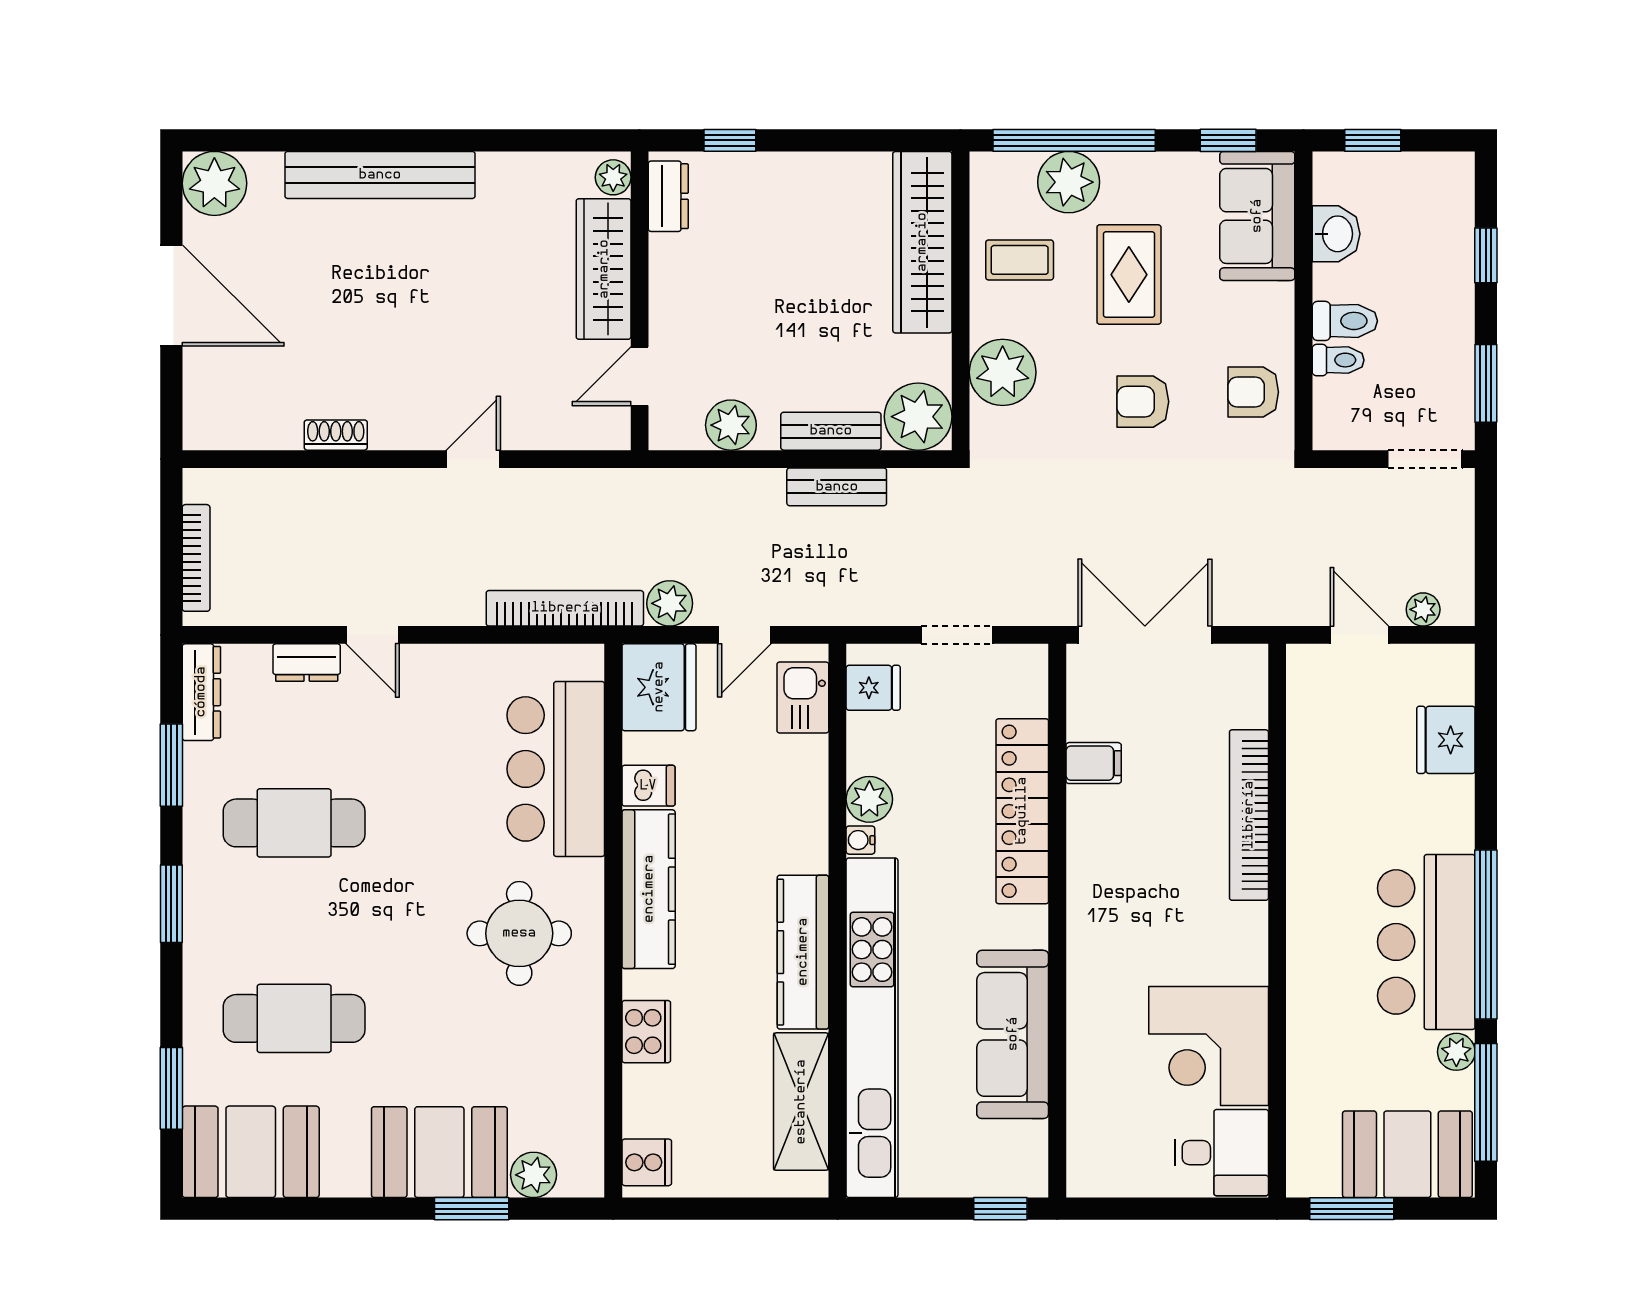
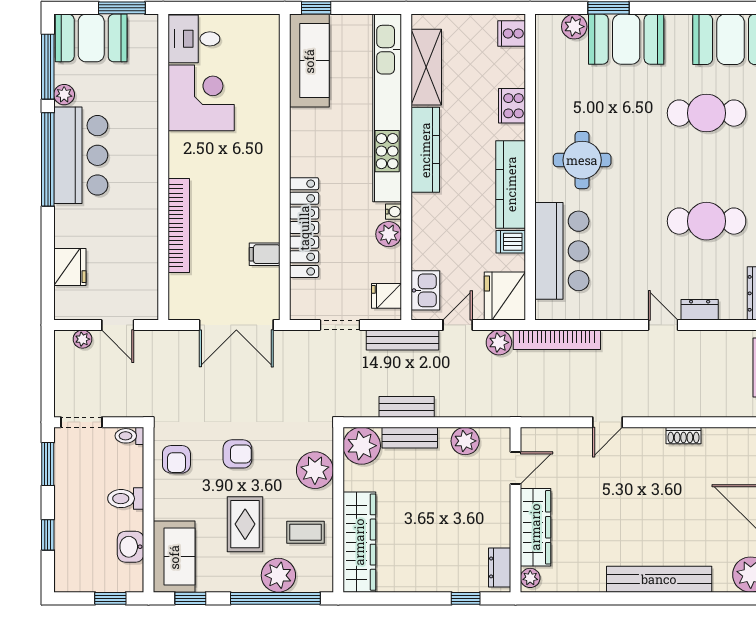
toilet: (1338, 360) -> (129, 436), moved
armchair: (1253, 392) -> (176, 459), turned 90
bench: (844, 608) -> (403, 340), added
sofa: (1013, 1034) -> (309, 61), moved

